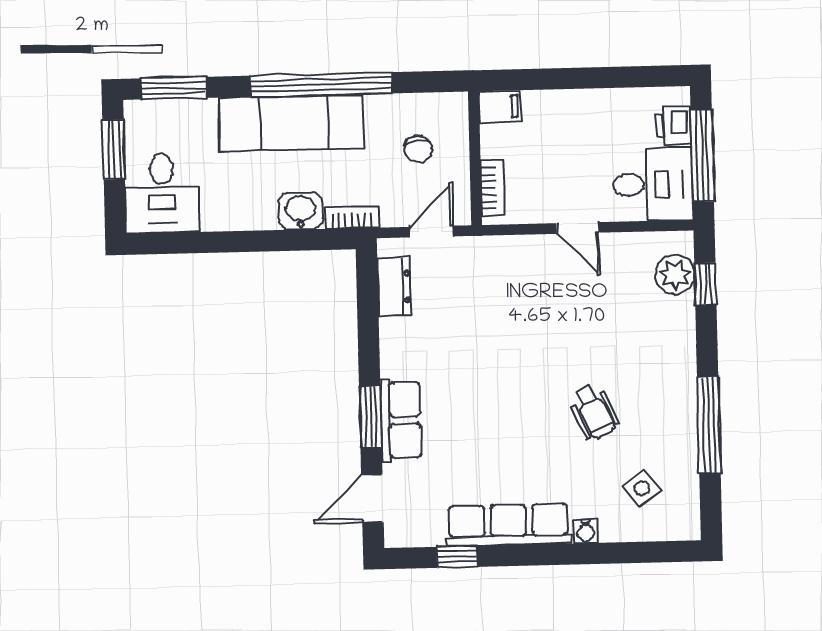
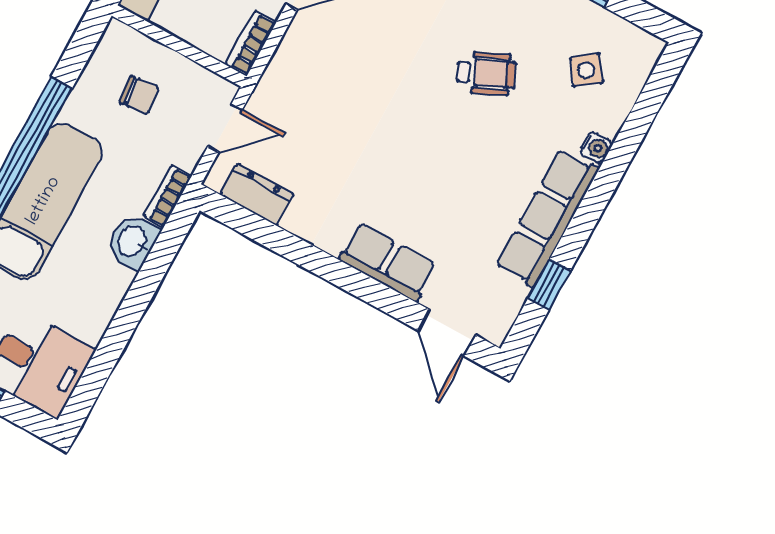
bookcase: (492, 188) -> (251, 43), moved, turned -90
door: (431, 232) -> (225, 128), swing flipped
window: (370, 417) -> (368, 289), removed

